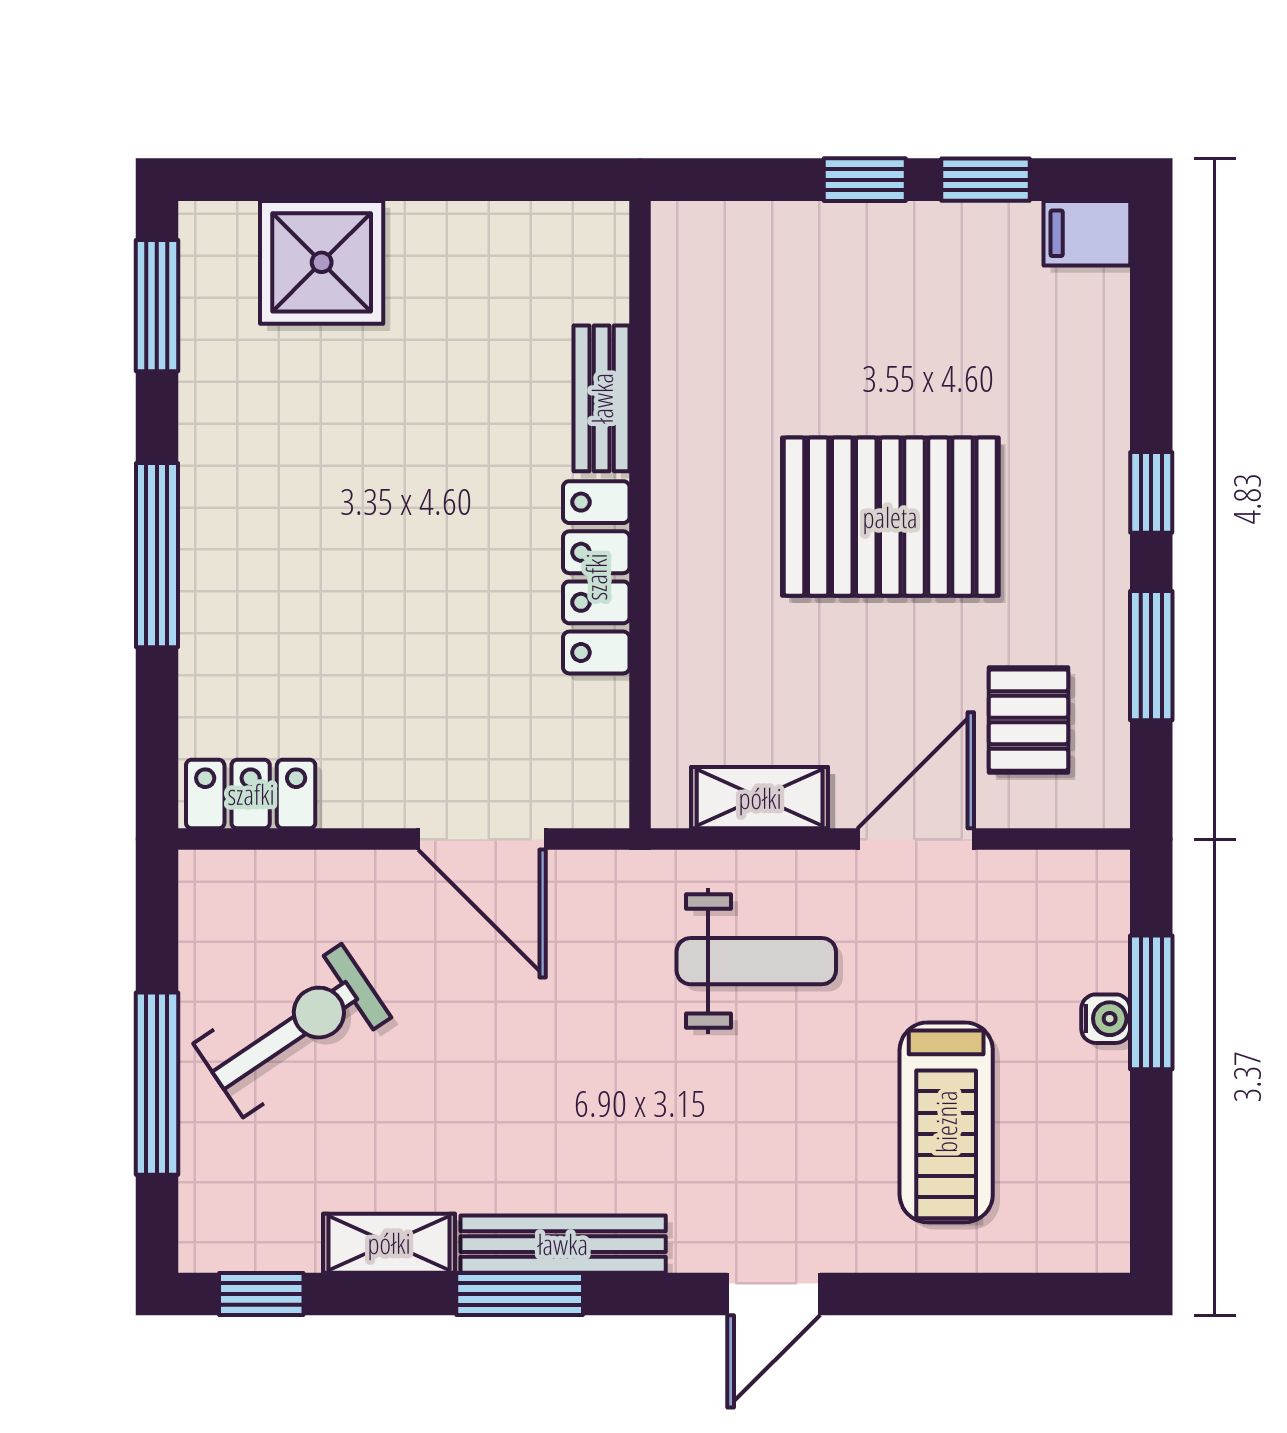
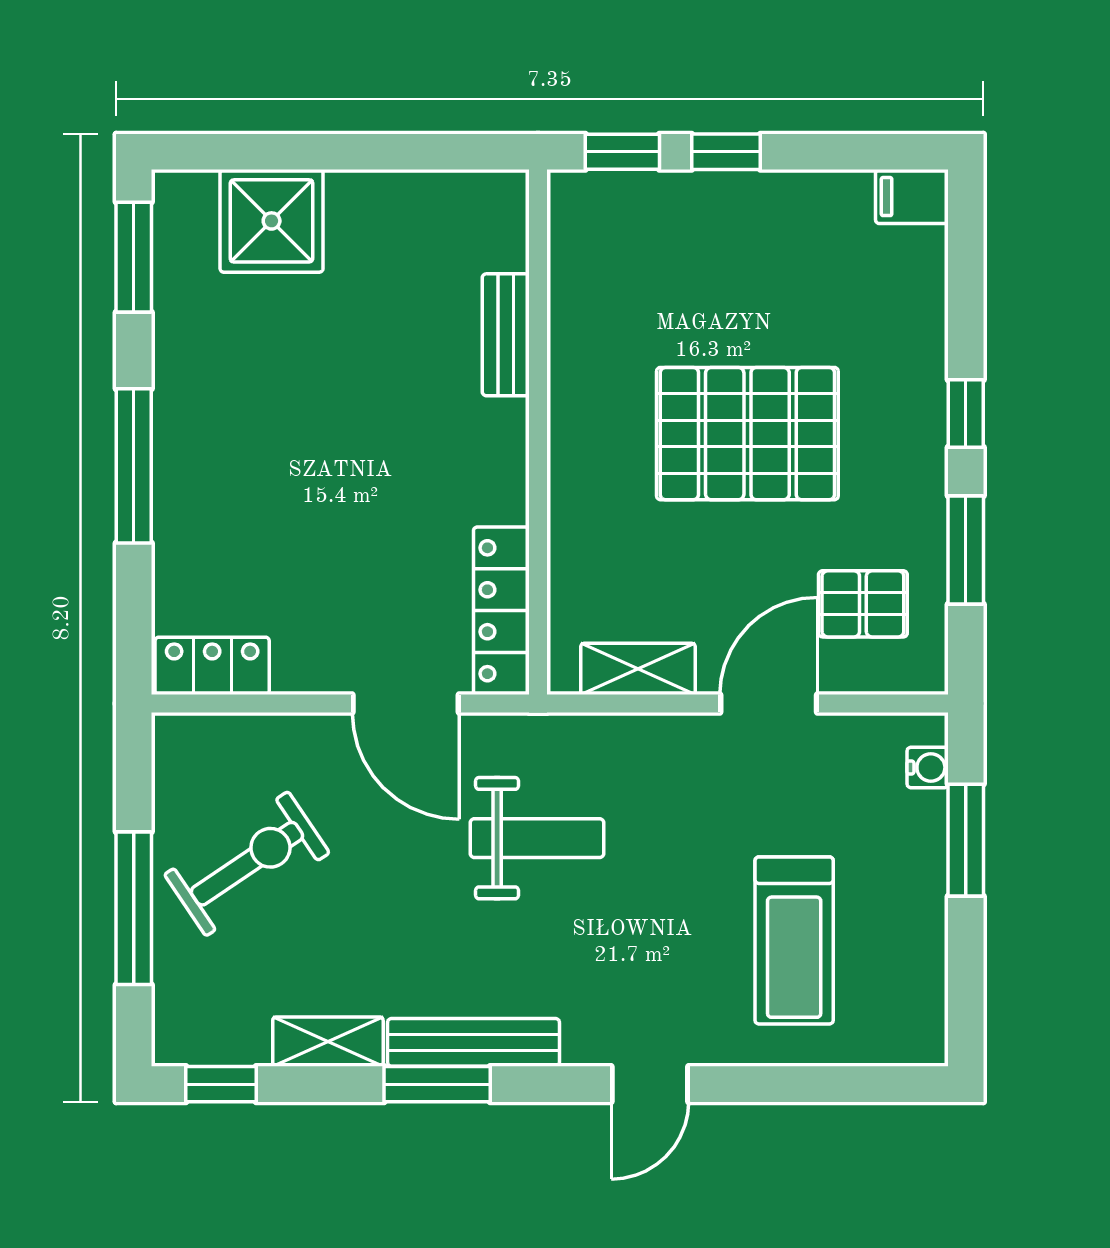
window: (985, 180) -> (622, 152), moved
locker: (596, 577) -> (501, 611), moved
pallet: (1028, 720) -> (863, 604), turned 90
weight bench: (756, 961) -> (537, 838), moved
water cooler: (1106, 1019) -> (928, 767), moved

